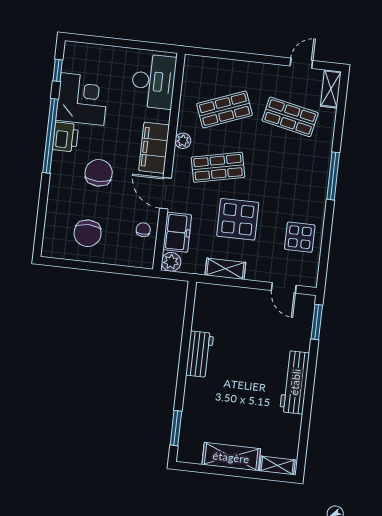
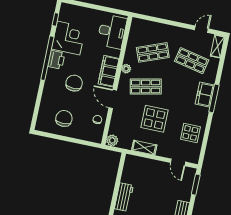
freezer: (177, 232) -> (205, 95), moved, turned 180
chair: (88, 233) -> (64, 118), turned 180

